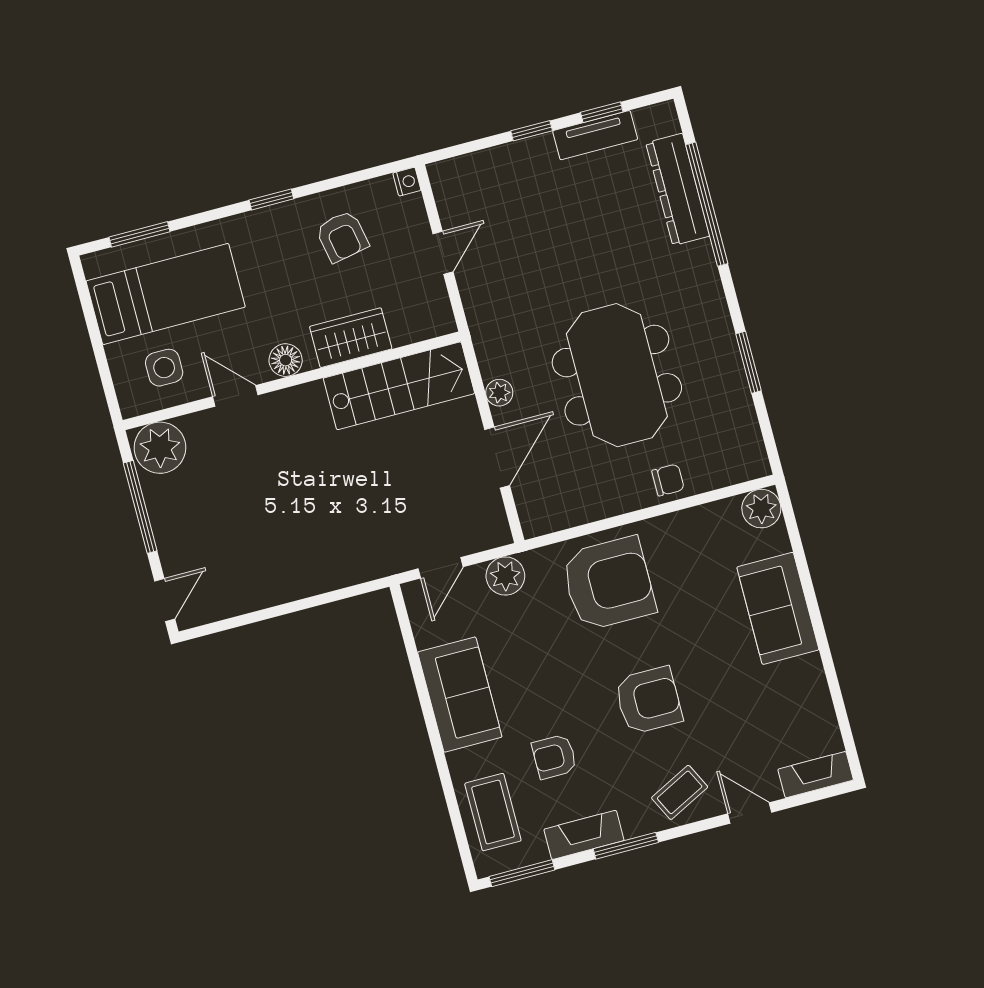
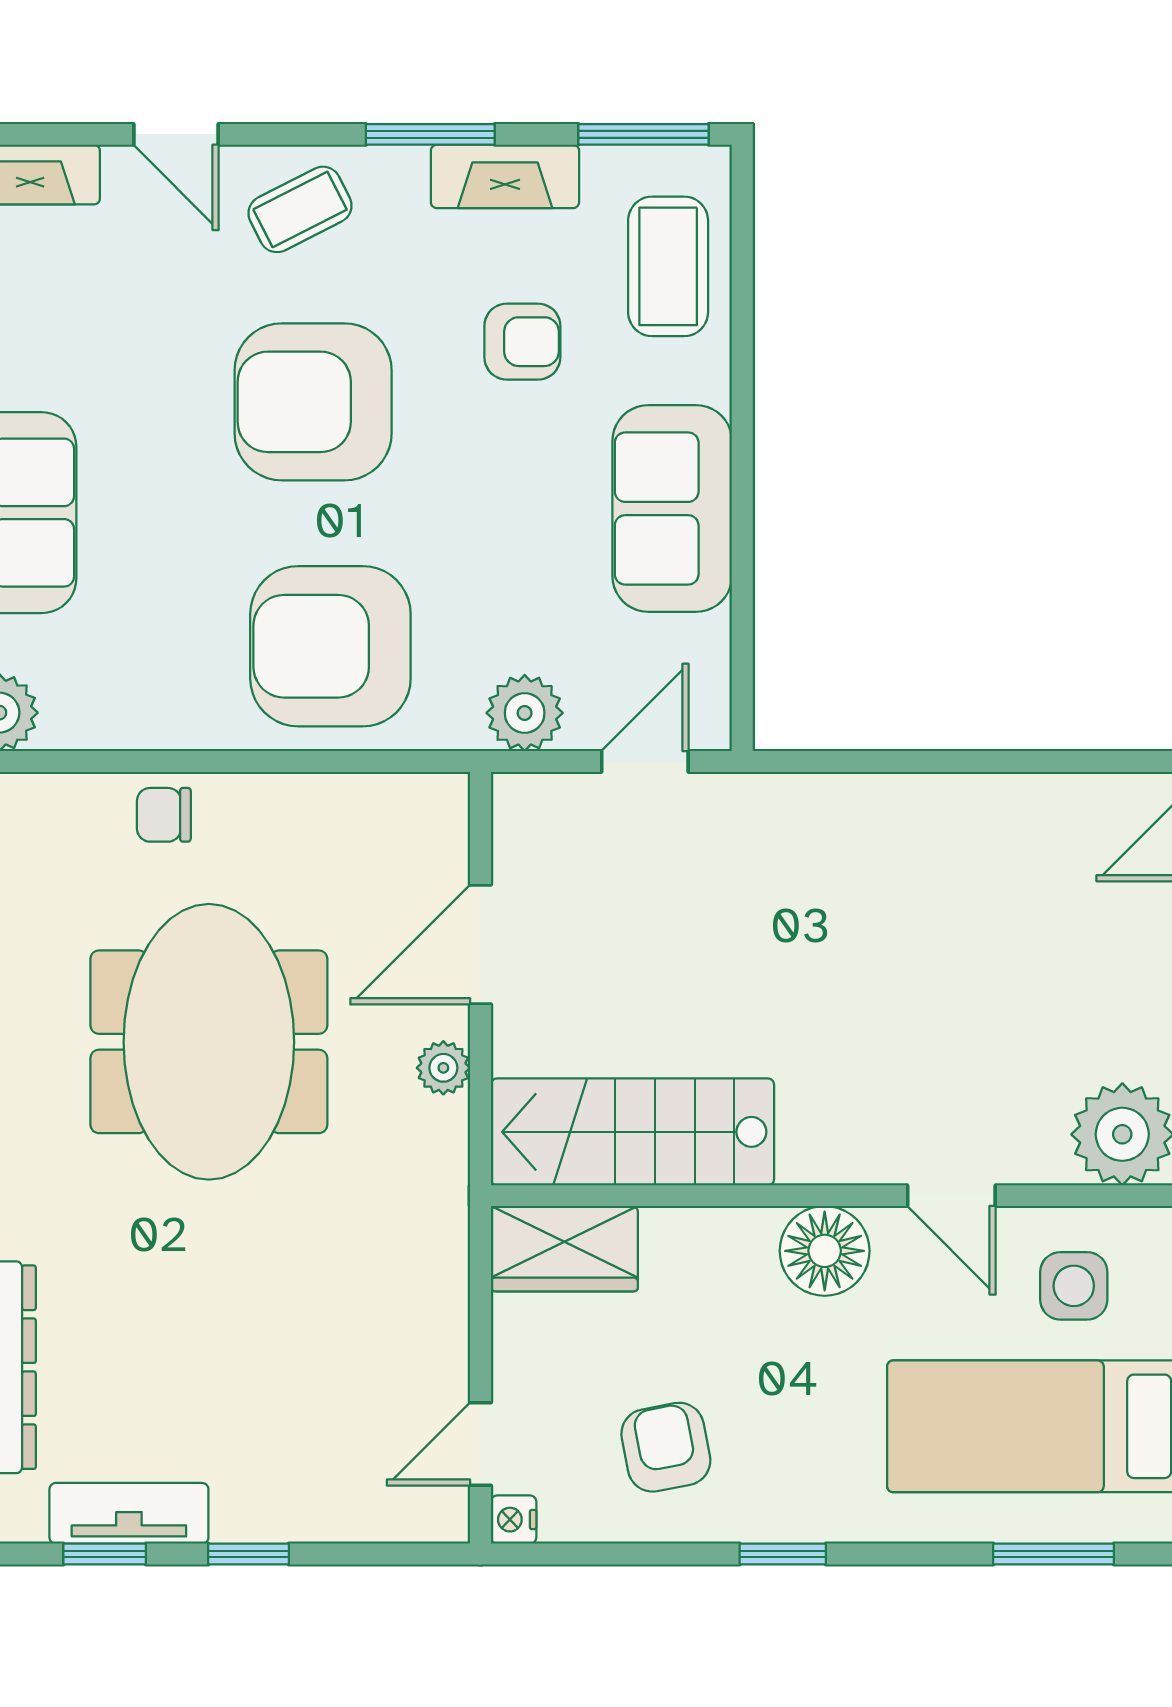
door: (443, 253) -> (480, 1444), moved
wardrobe: (351, 338) -> (564, 1249), moved
floor lamp: (286, 360) -> (825, 1251), width x1.38, depth x1.38
armchair: (648, 700) -> (313, 402), width x1.36, depth x1.36

